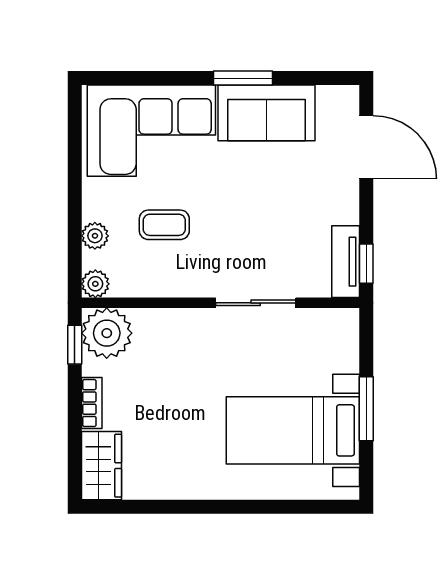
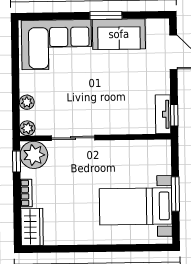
coffee table: (164, 225) -> (64, 96), removed
sliding door: (256, 303) -> (73, 138), moved

